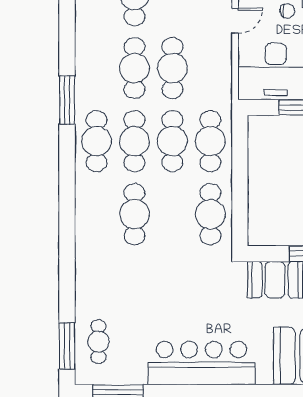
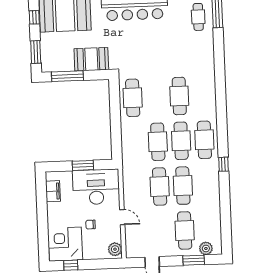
door: (235, 21) -> (122, 217), swing flipped
window: (67, 100) -> (223, 164), width x0.46
cafe table: (210, 141) -> (134, 143), removed

